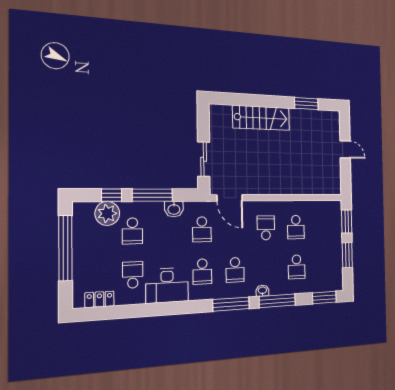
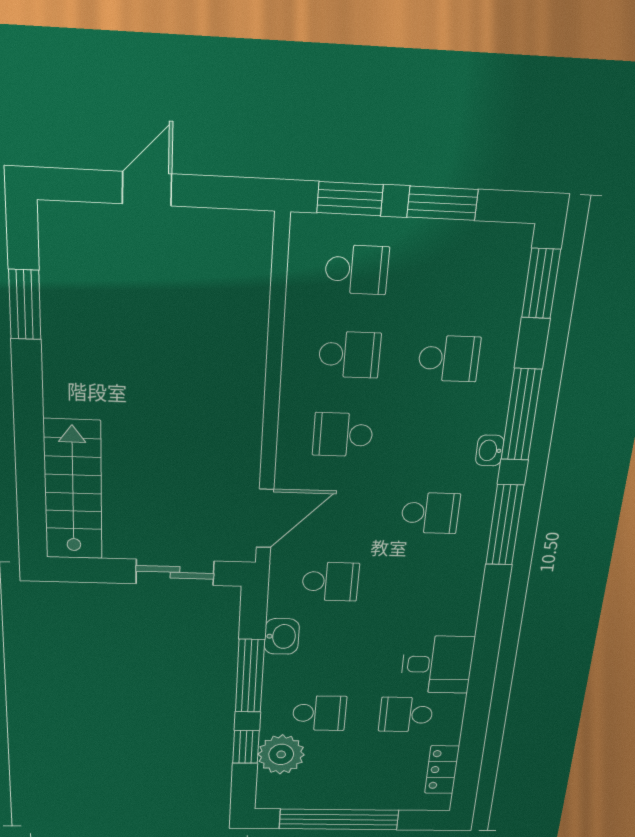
stairs: (261, 118) -> (73, 490), moved
school desk: (202, 271) -> (357, 270), moved
desk: (167, 285) -> (437, 664), width x0.73

